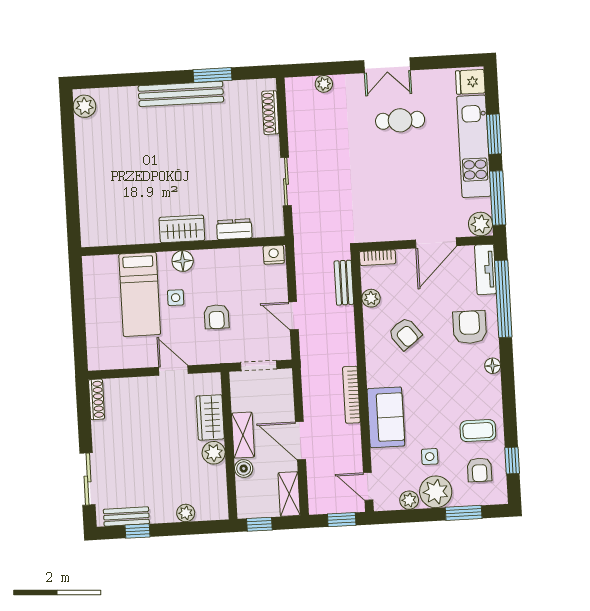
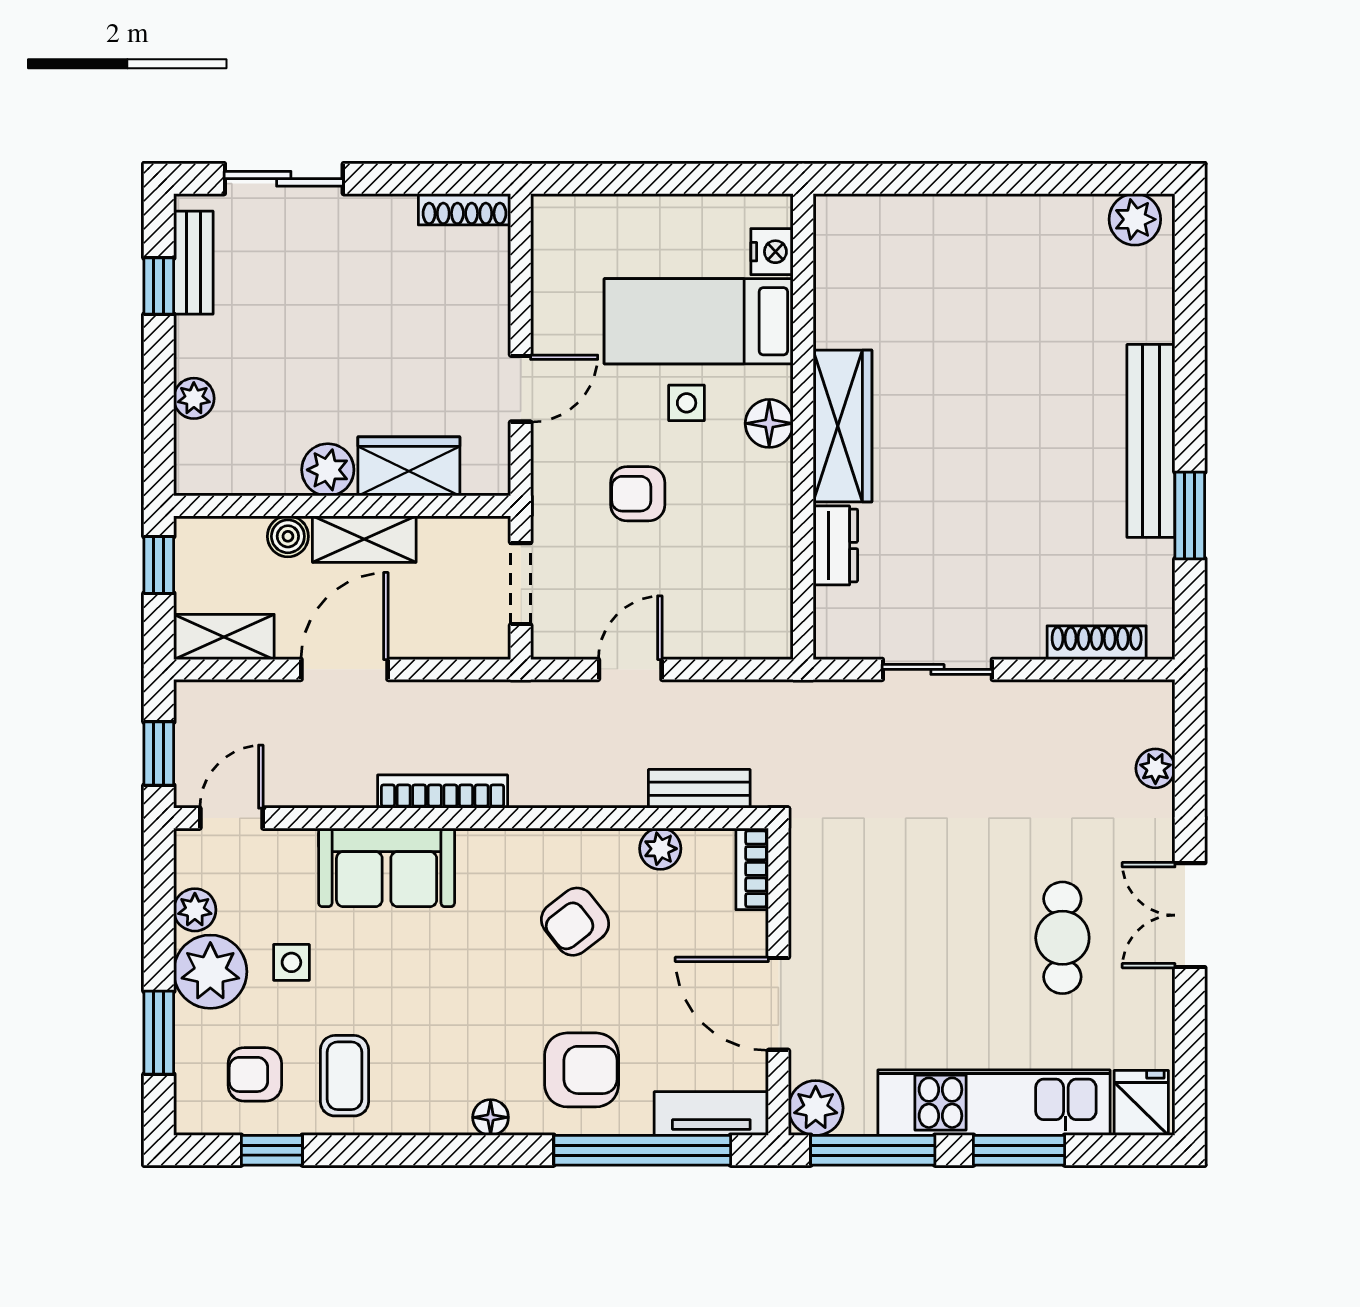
wardrobe: (182, 229) -> (842, 426), width x1.50
nightstand: (274, 255) -> (772, 252), moved

